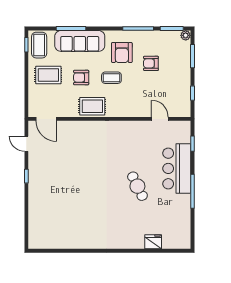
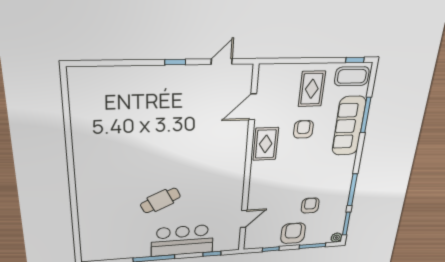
armchair: (122, 53) -> (293, 233), moved, turned 90
coffee table: (111, 78) -> (299, 164), removed
door: (46, 119) -> (253, 107), moved
fridge: (153, 242) -> (87, 222), removed

